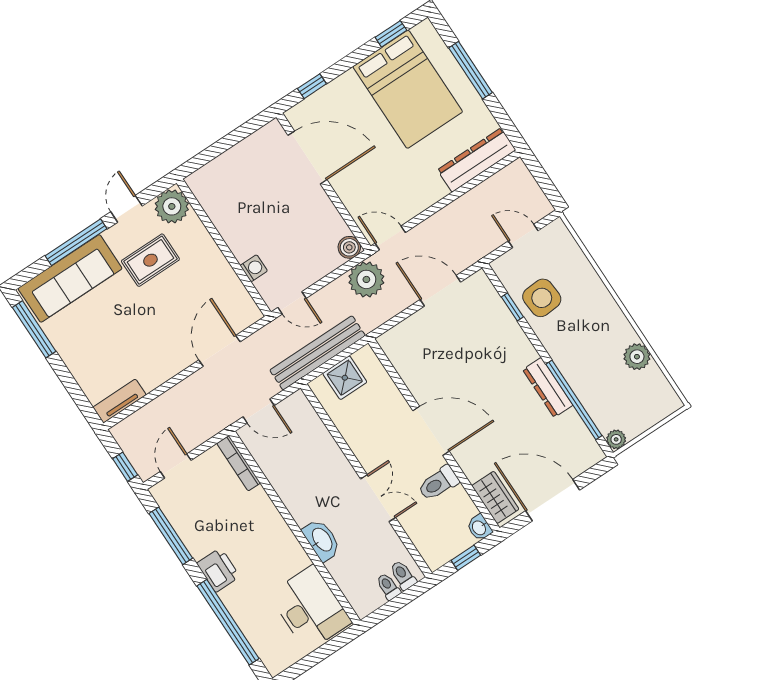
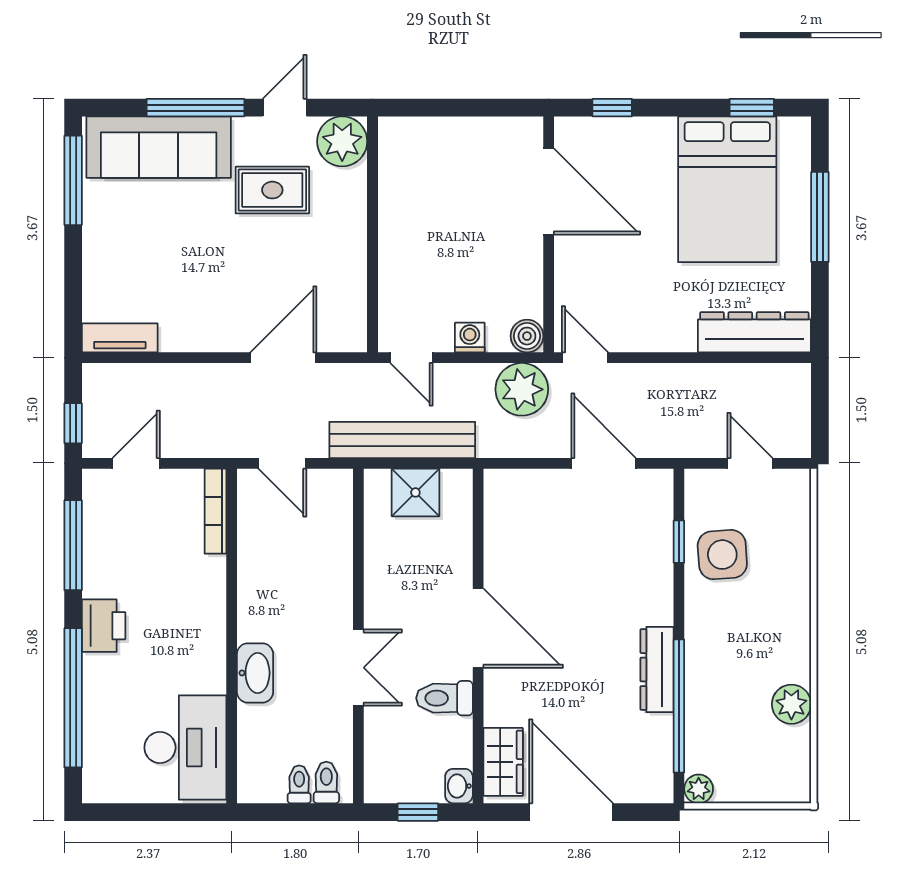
washing machine: (254, 268) -> (470, 338), moved, turned -90

